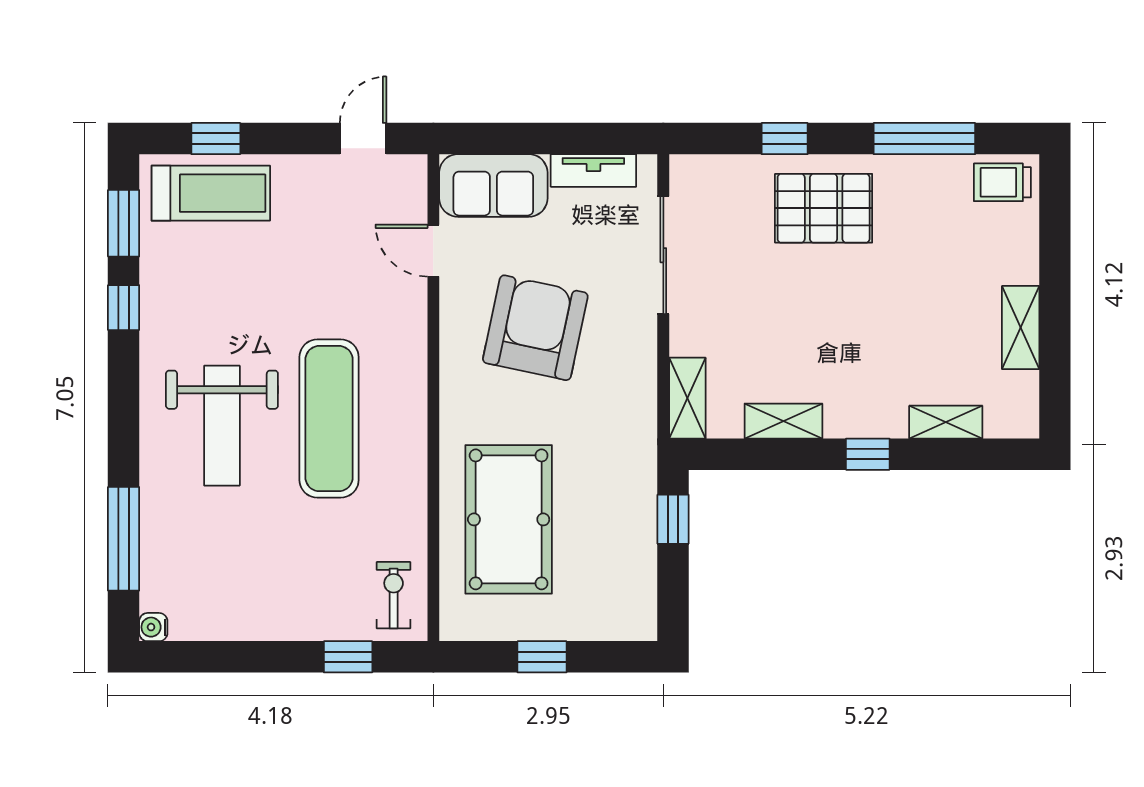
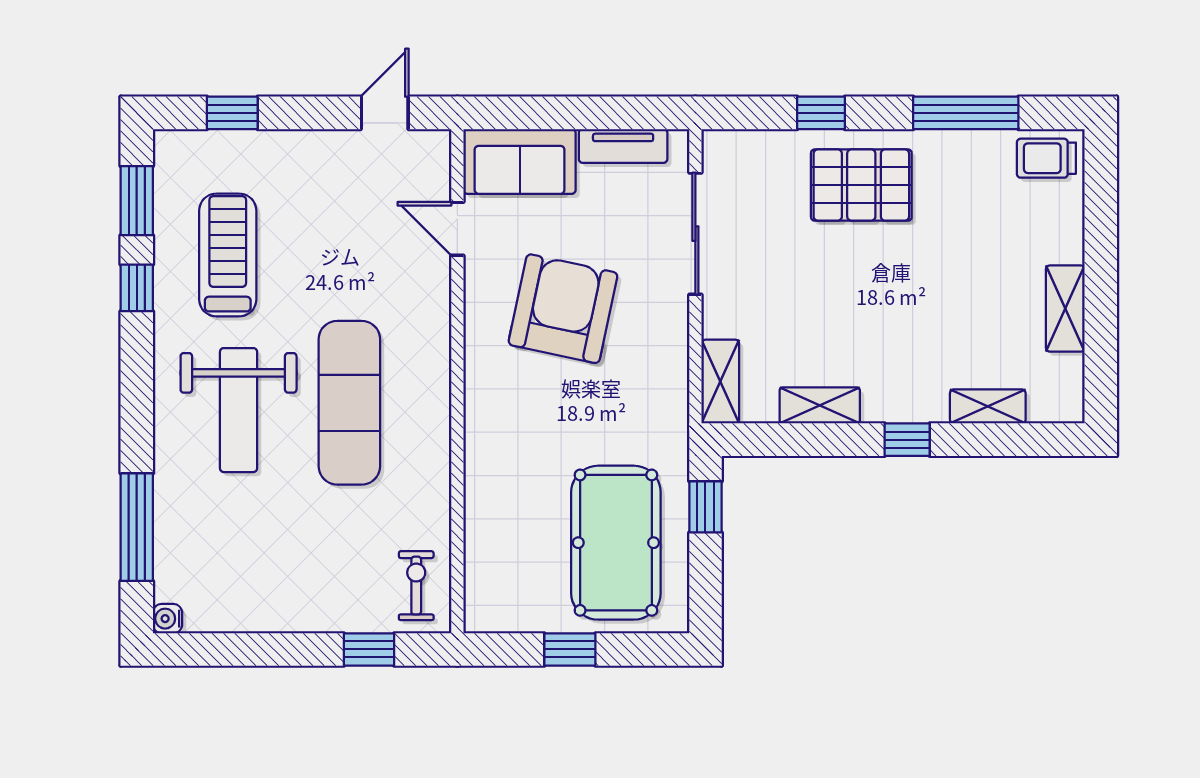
treadmill: (211, 193) -> (228, 255), moved, turned -90
pool table: (509, 519) -> (616, 543), moved

